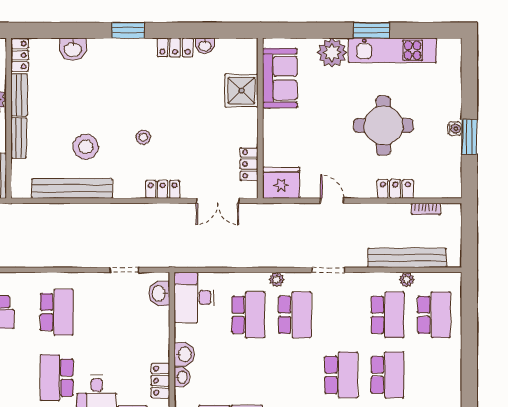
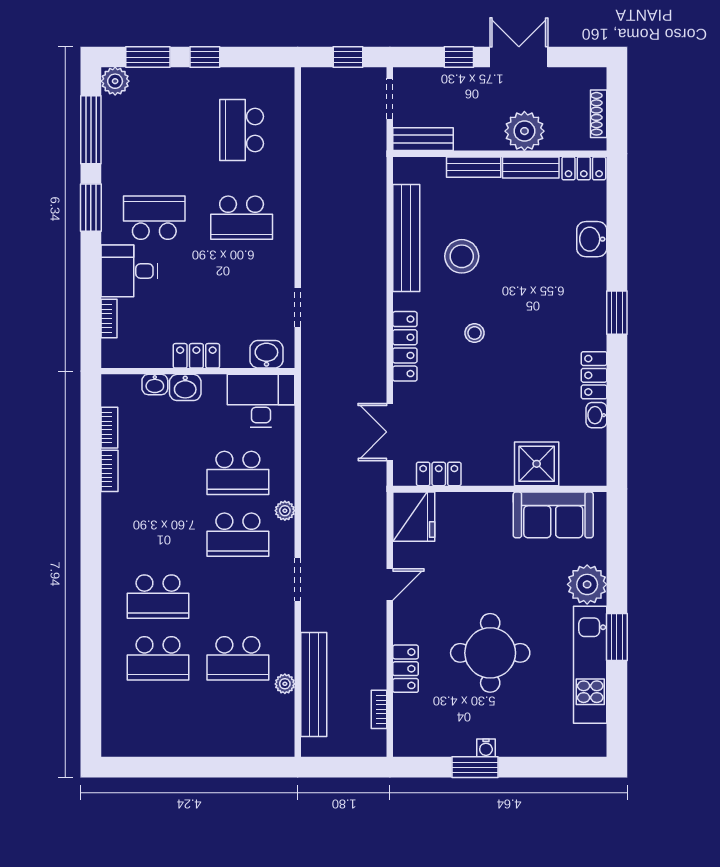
locker: (163, 189) -> (405, 346), width x1.53
school desk: (434, 315) -> (238, 720), removed
locker: (160, 381) -> (196, 356), moved

